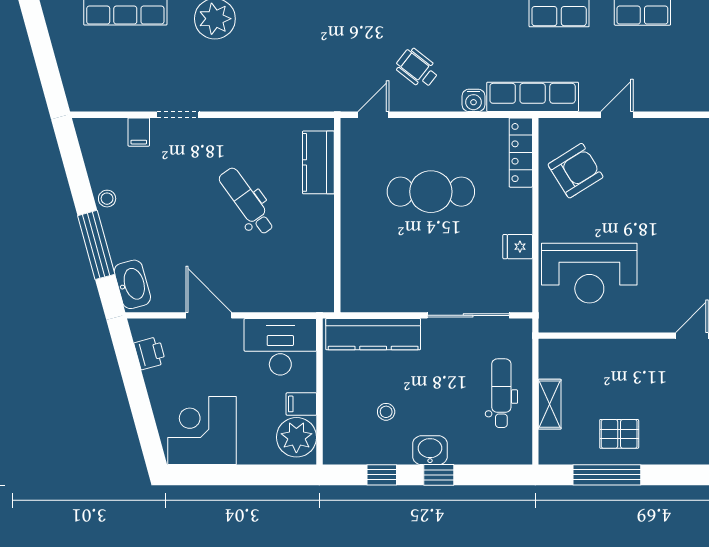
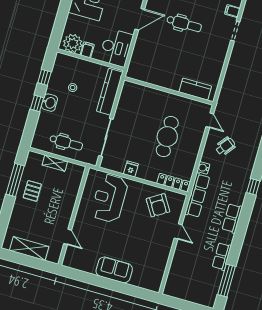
dental chair: (247, 201) -> (184, 24), moved, turned 36

